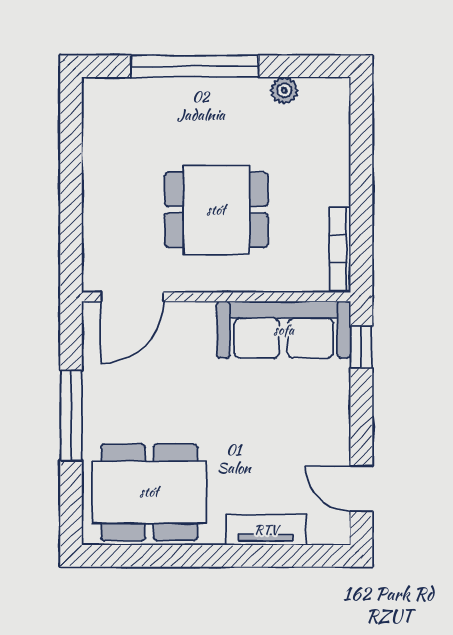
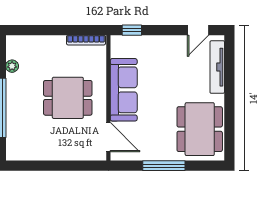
dining table: (216, 210) -> (68, 98), turned 90
sofa: (284, 330) -> (124, 90), moved
tv unit: (266, 530) -> (217, 67), width x1.41

